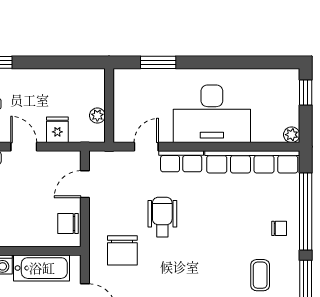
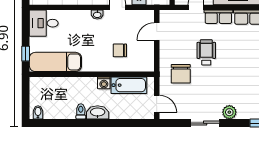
chair: (68, 223) -> (120, 50), moved

